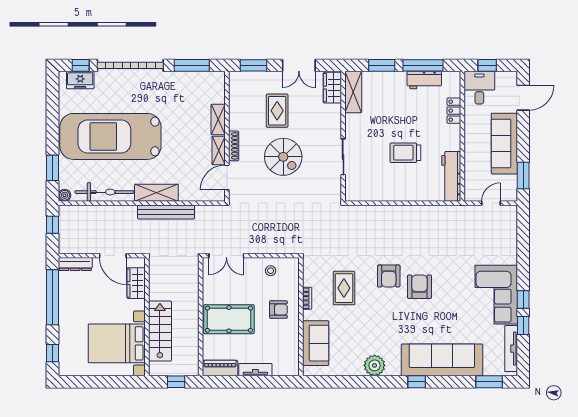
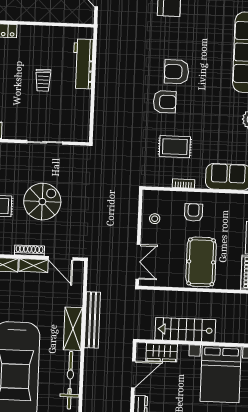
trolley: (405, 153) -> (43, 80), width x0.73, depth x0.72
workbench: (451, 176) -> (83, 64), moved, turned 90
stairs: (160, 331) -> (185, 330), moved

